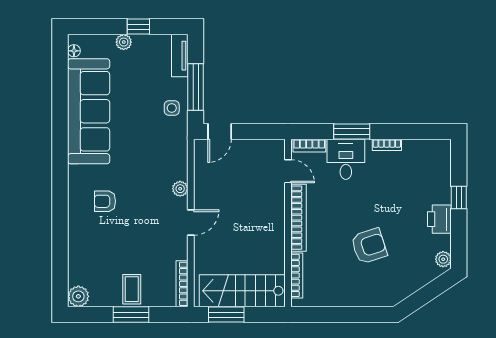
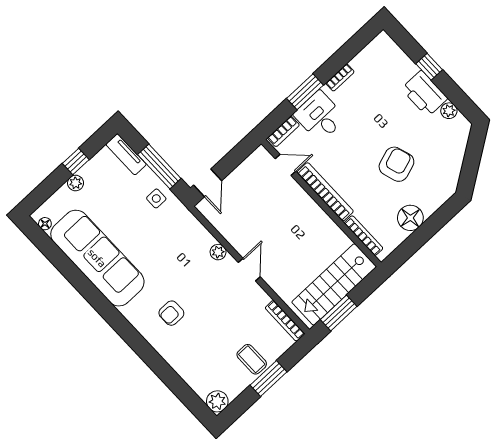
printer: (439, 219) -> (424, 94), width x1.37, depth x1.19
plant: (443, 259) -> (449, 111), moved
floor lamp: (343, 294) -> (410, 218), added

